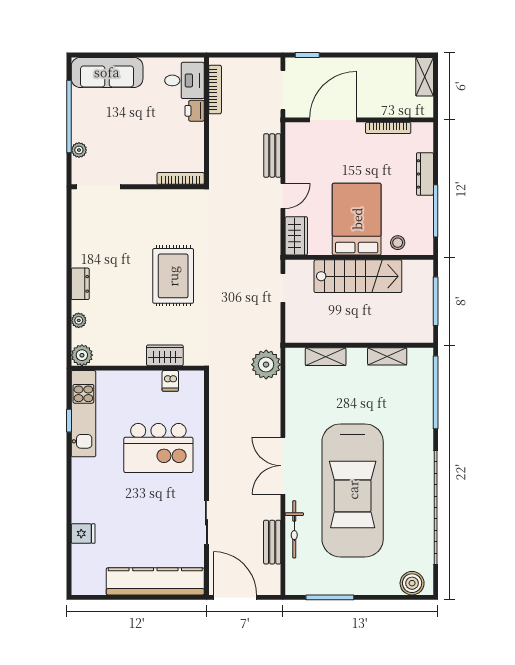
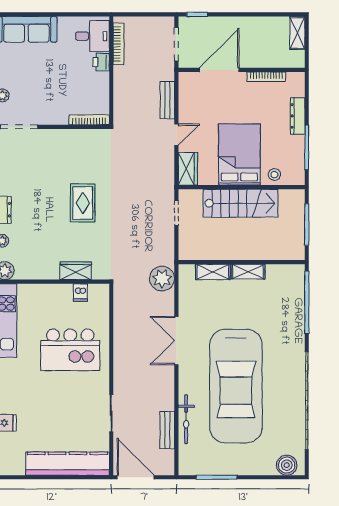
rug: (173, 276) -> (83, 203), width x0.73, depth x0.70
shelving: (387, 356) -> (248, 272), moved
double door: (283, 466) -> (176, 341), moved

